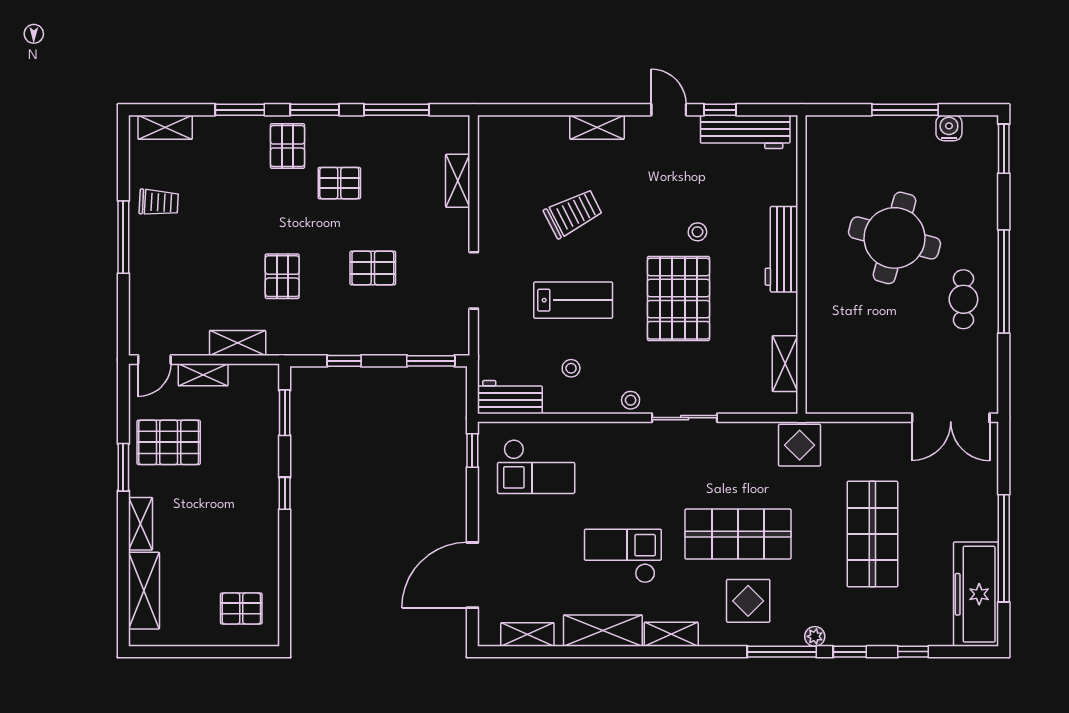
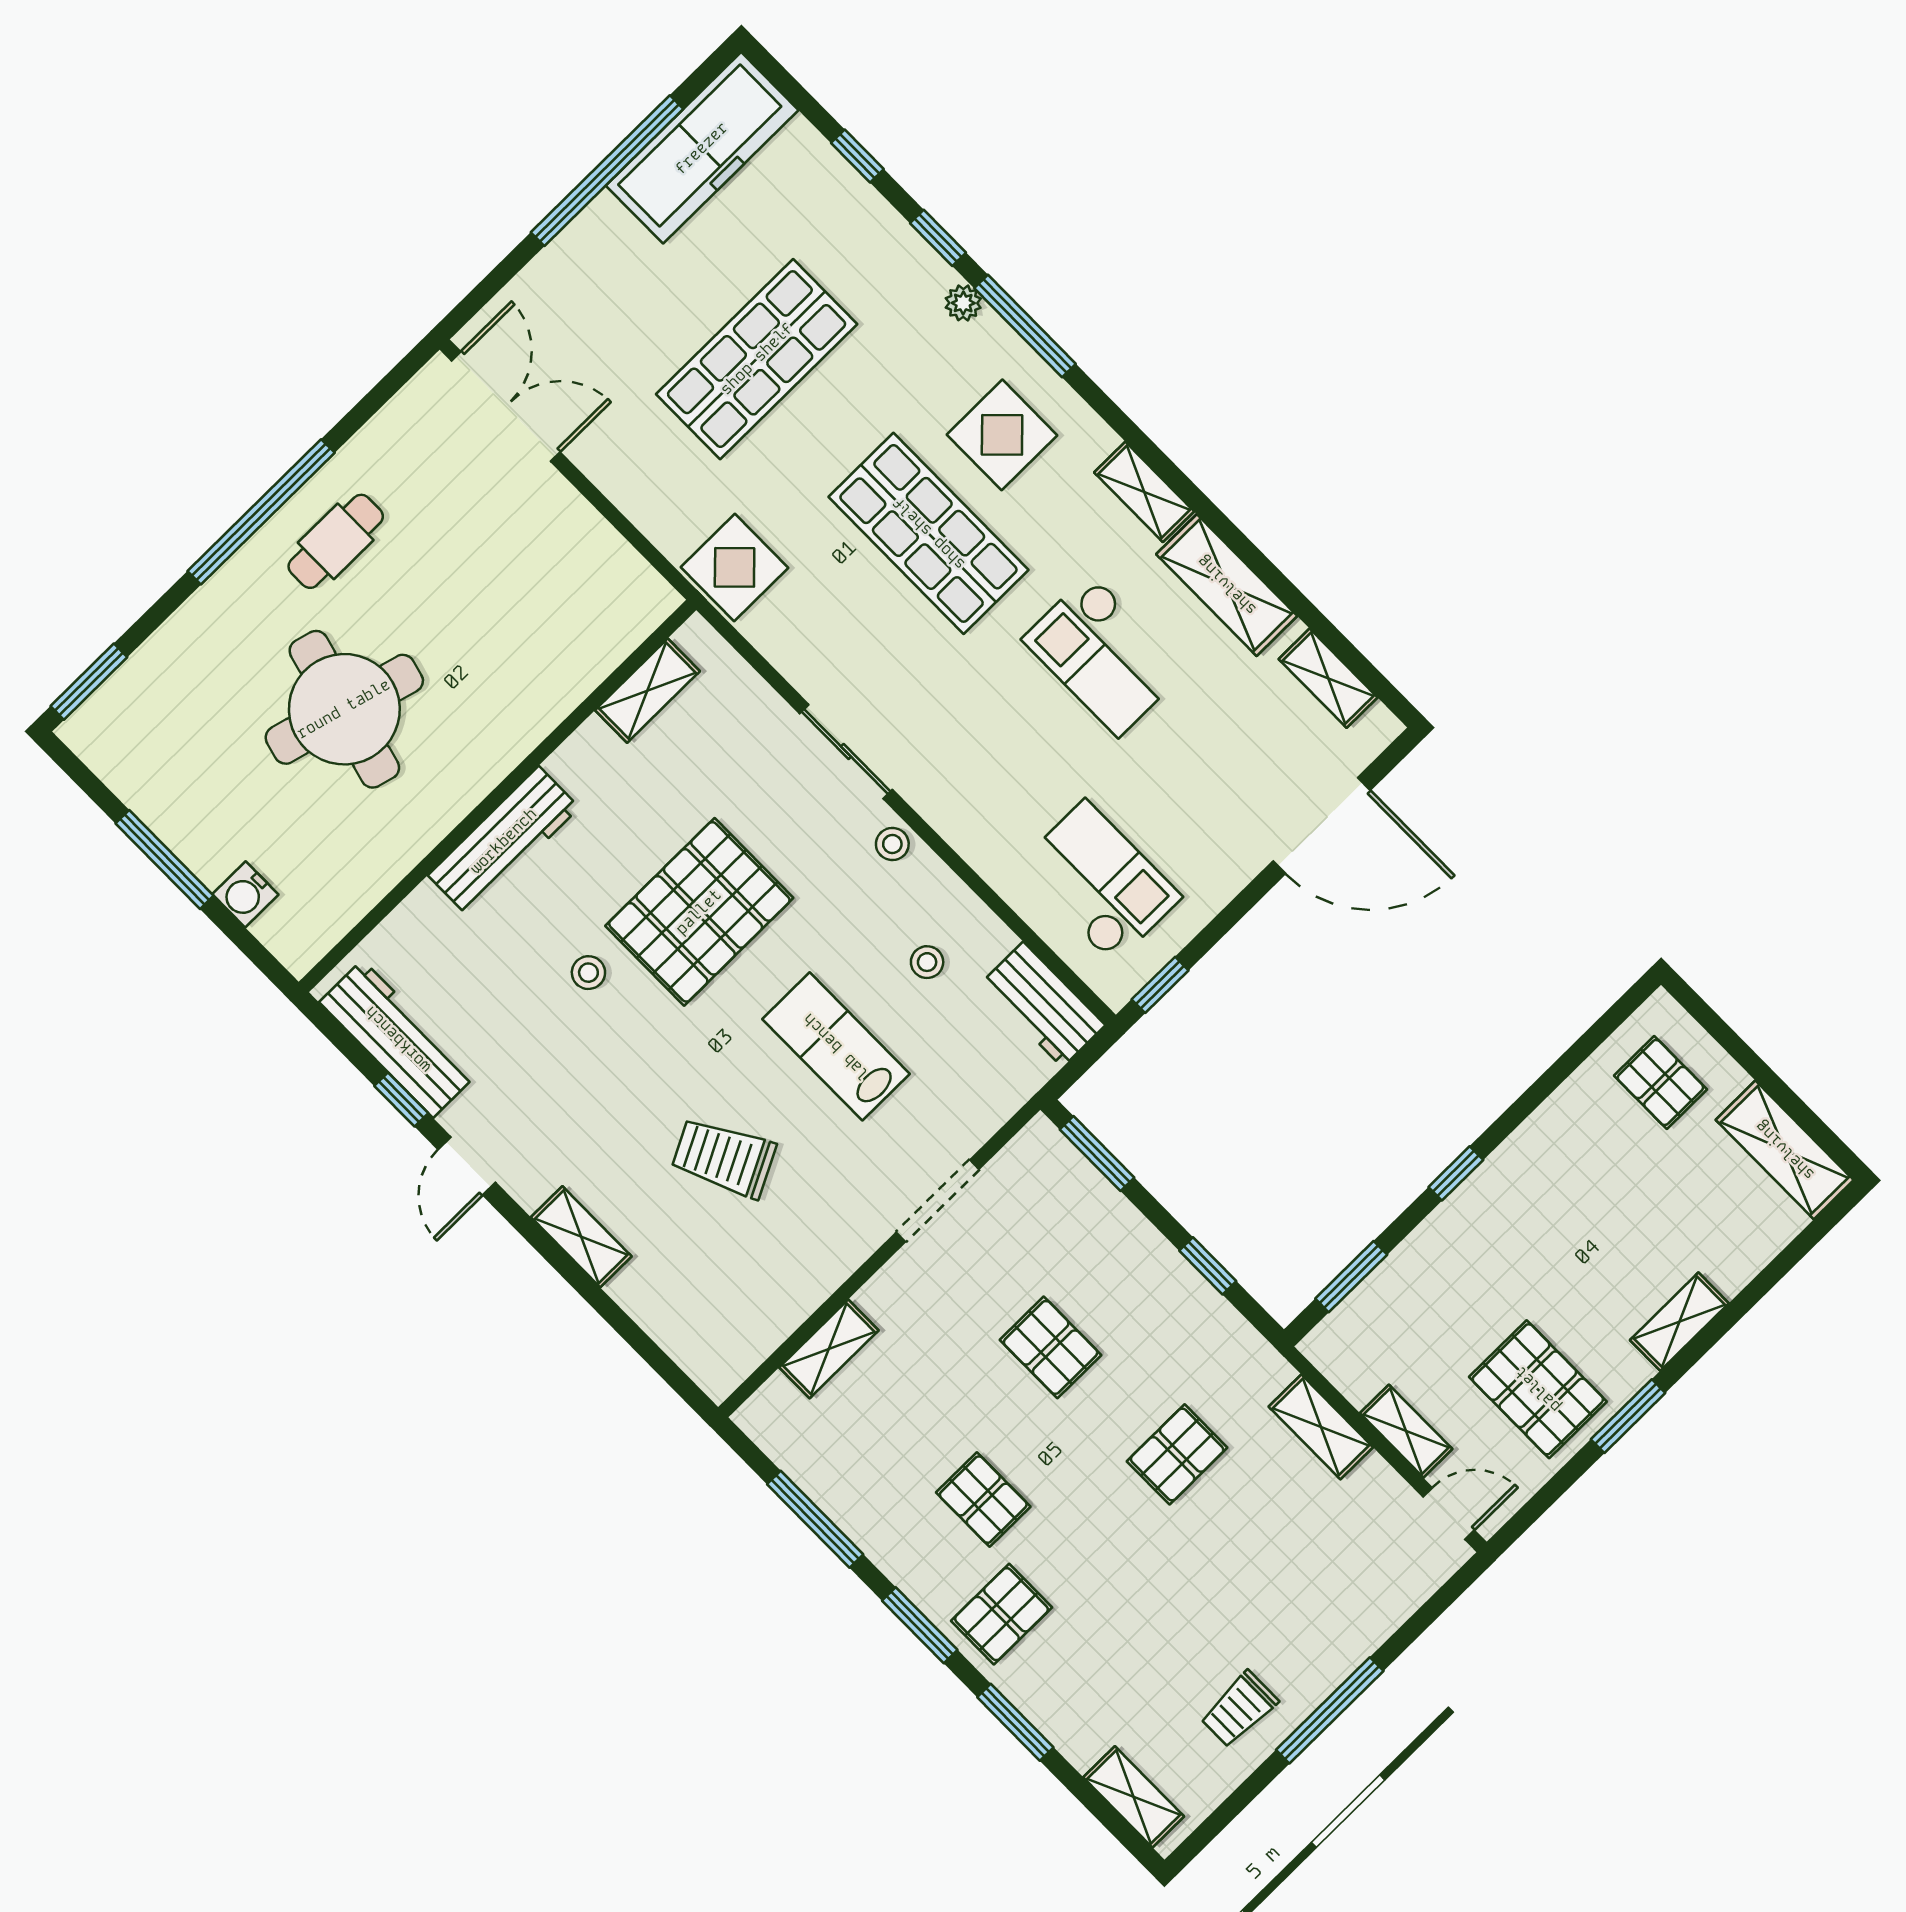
water cooler: (949, 128) -> (245, 894), moved
trolley: (159, 202) -> (1239, 1709), turned -93
shelving: (144, 591) -> (1785, 1150), moved, turned 90

